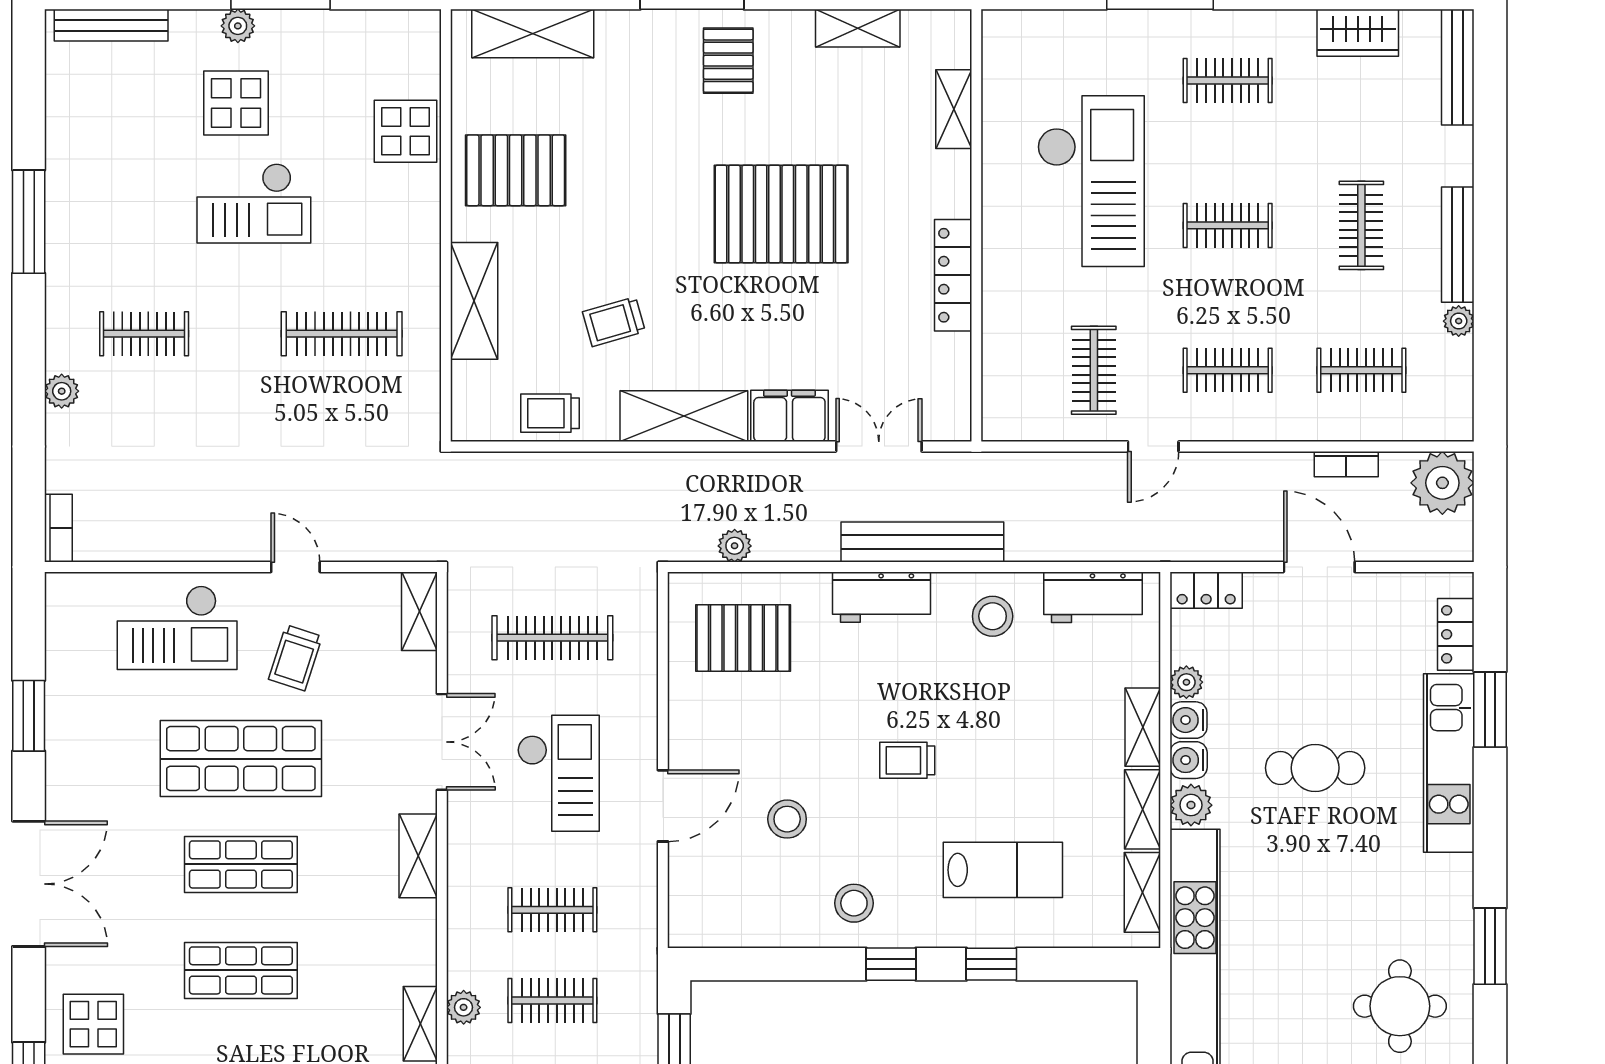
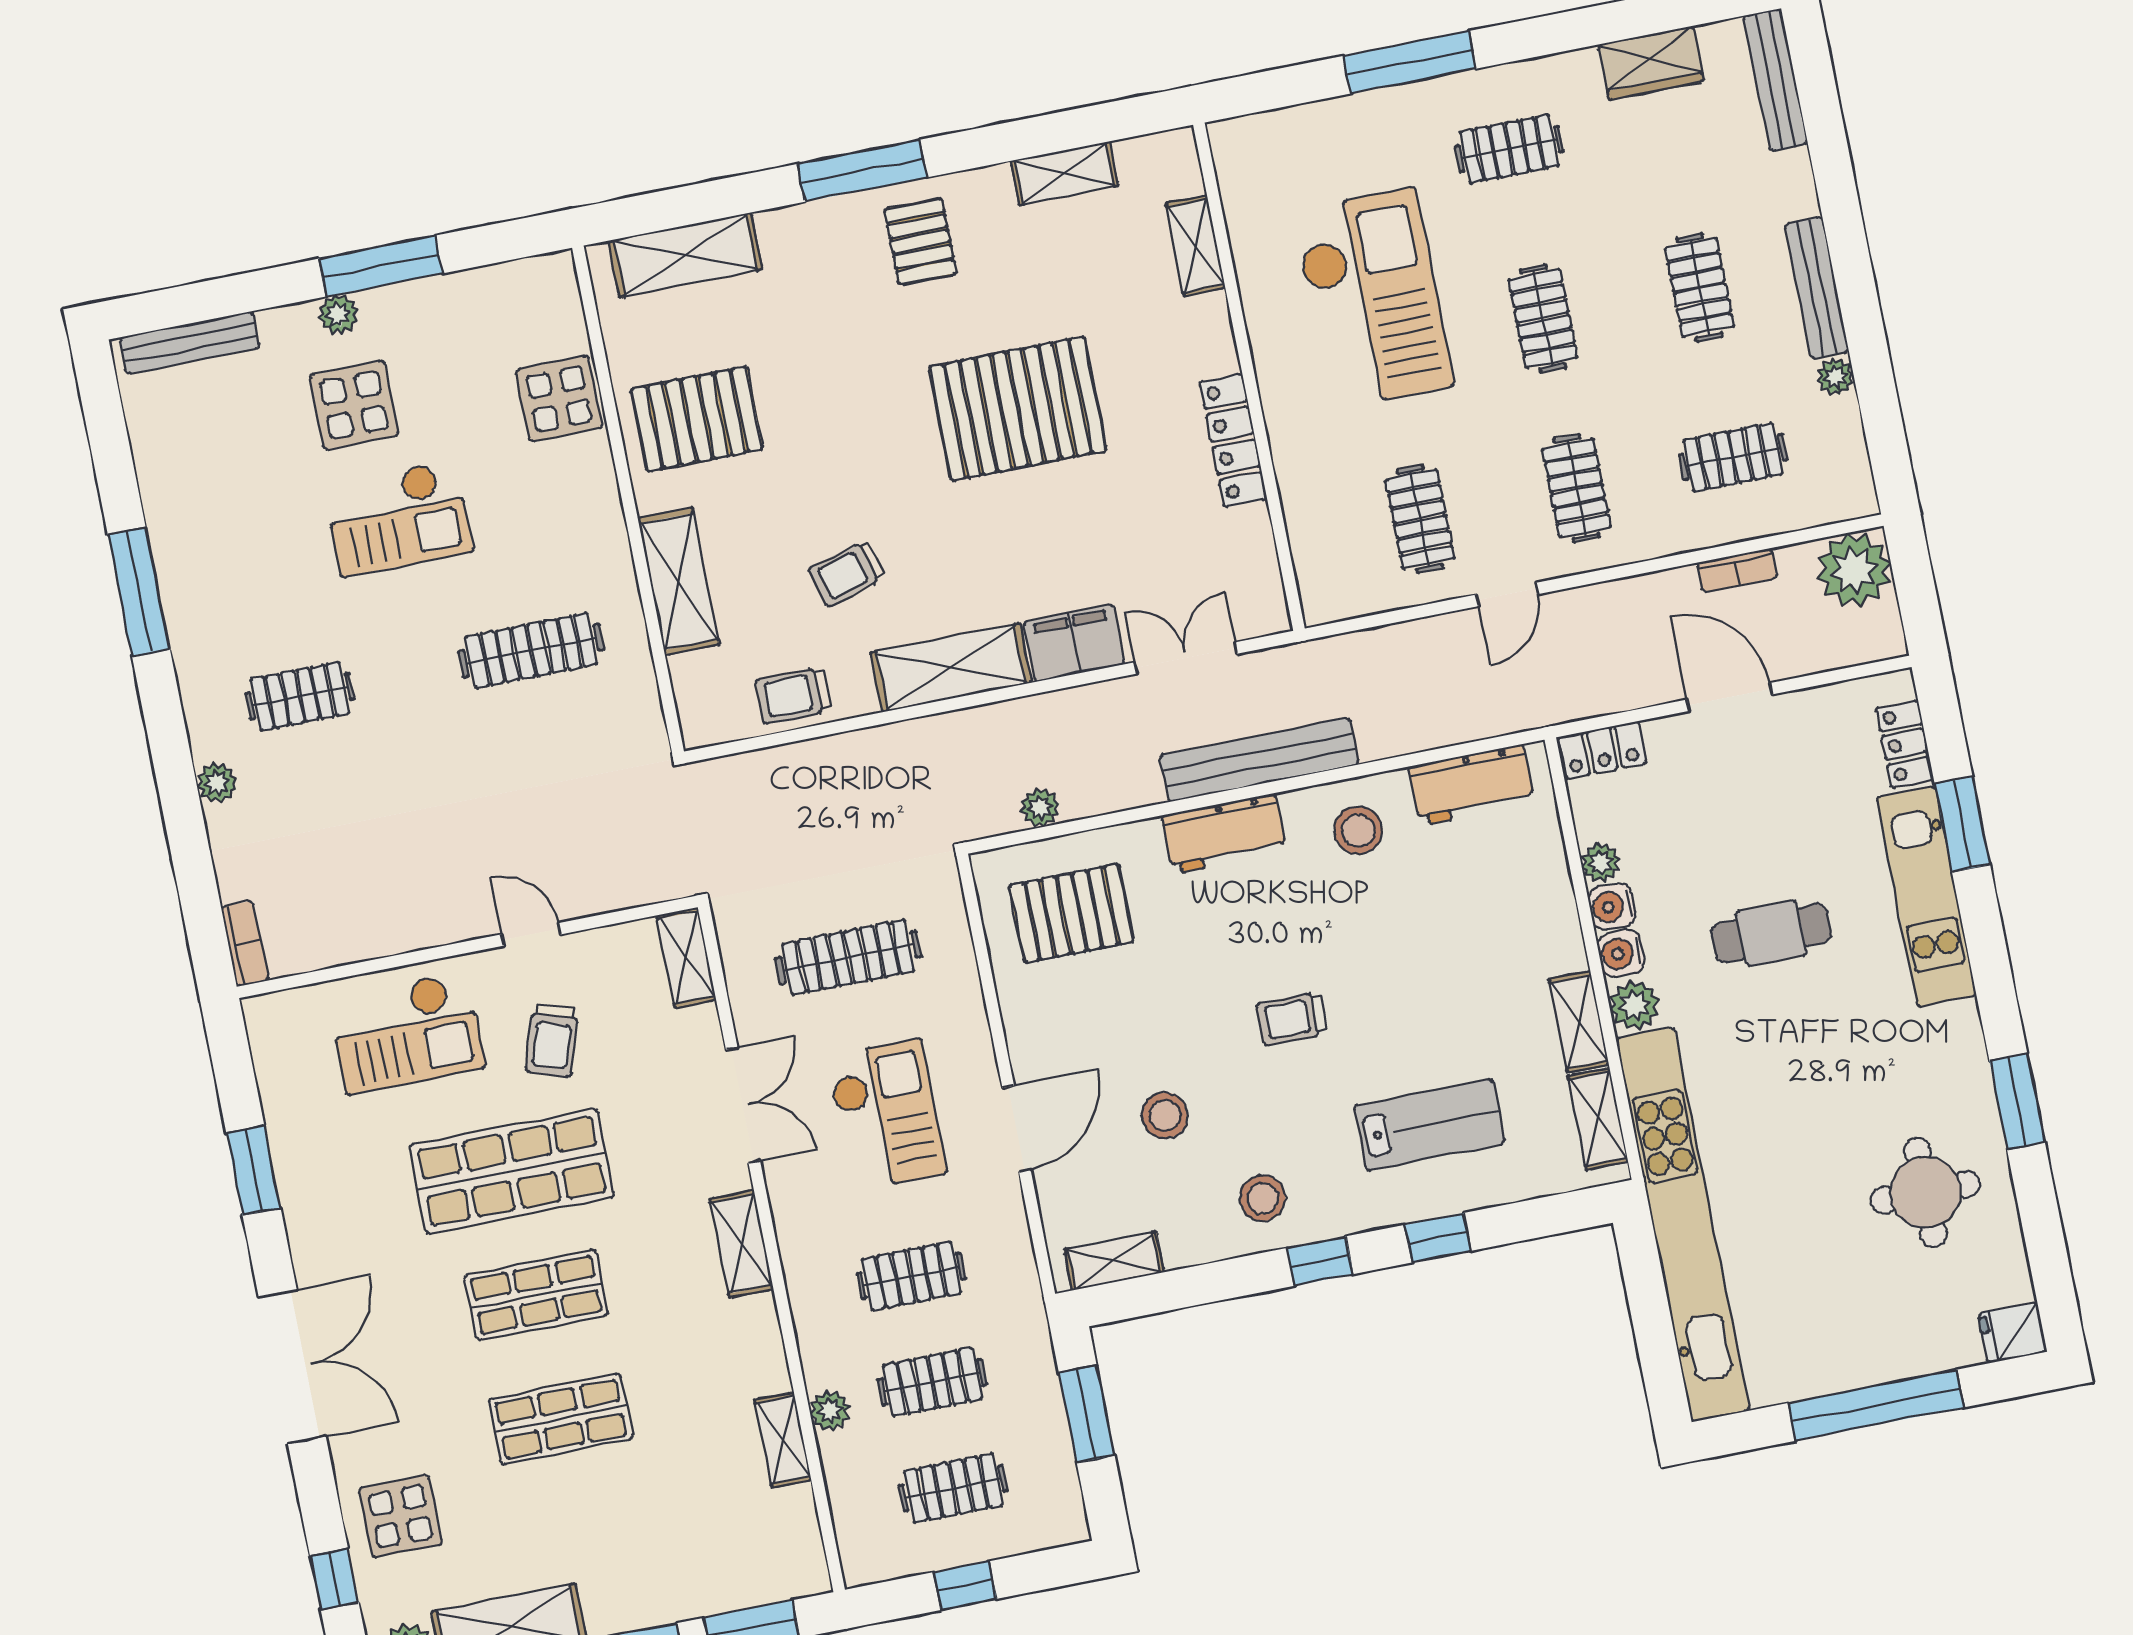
clothes rail: (1228, 225) -> (1543, 318), turned 90
clothes rail: (1228, 370) -> (1576, 488), turned 90
shelving: (1143, 727) -> (1114, 1261), moved, turned 90

